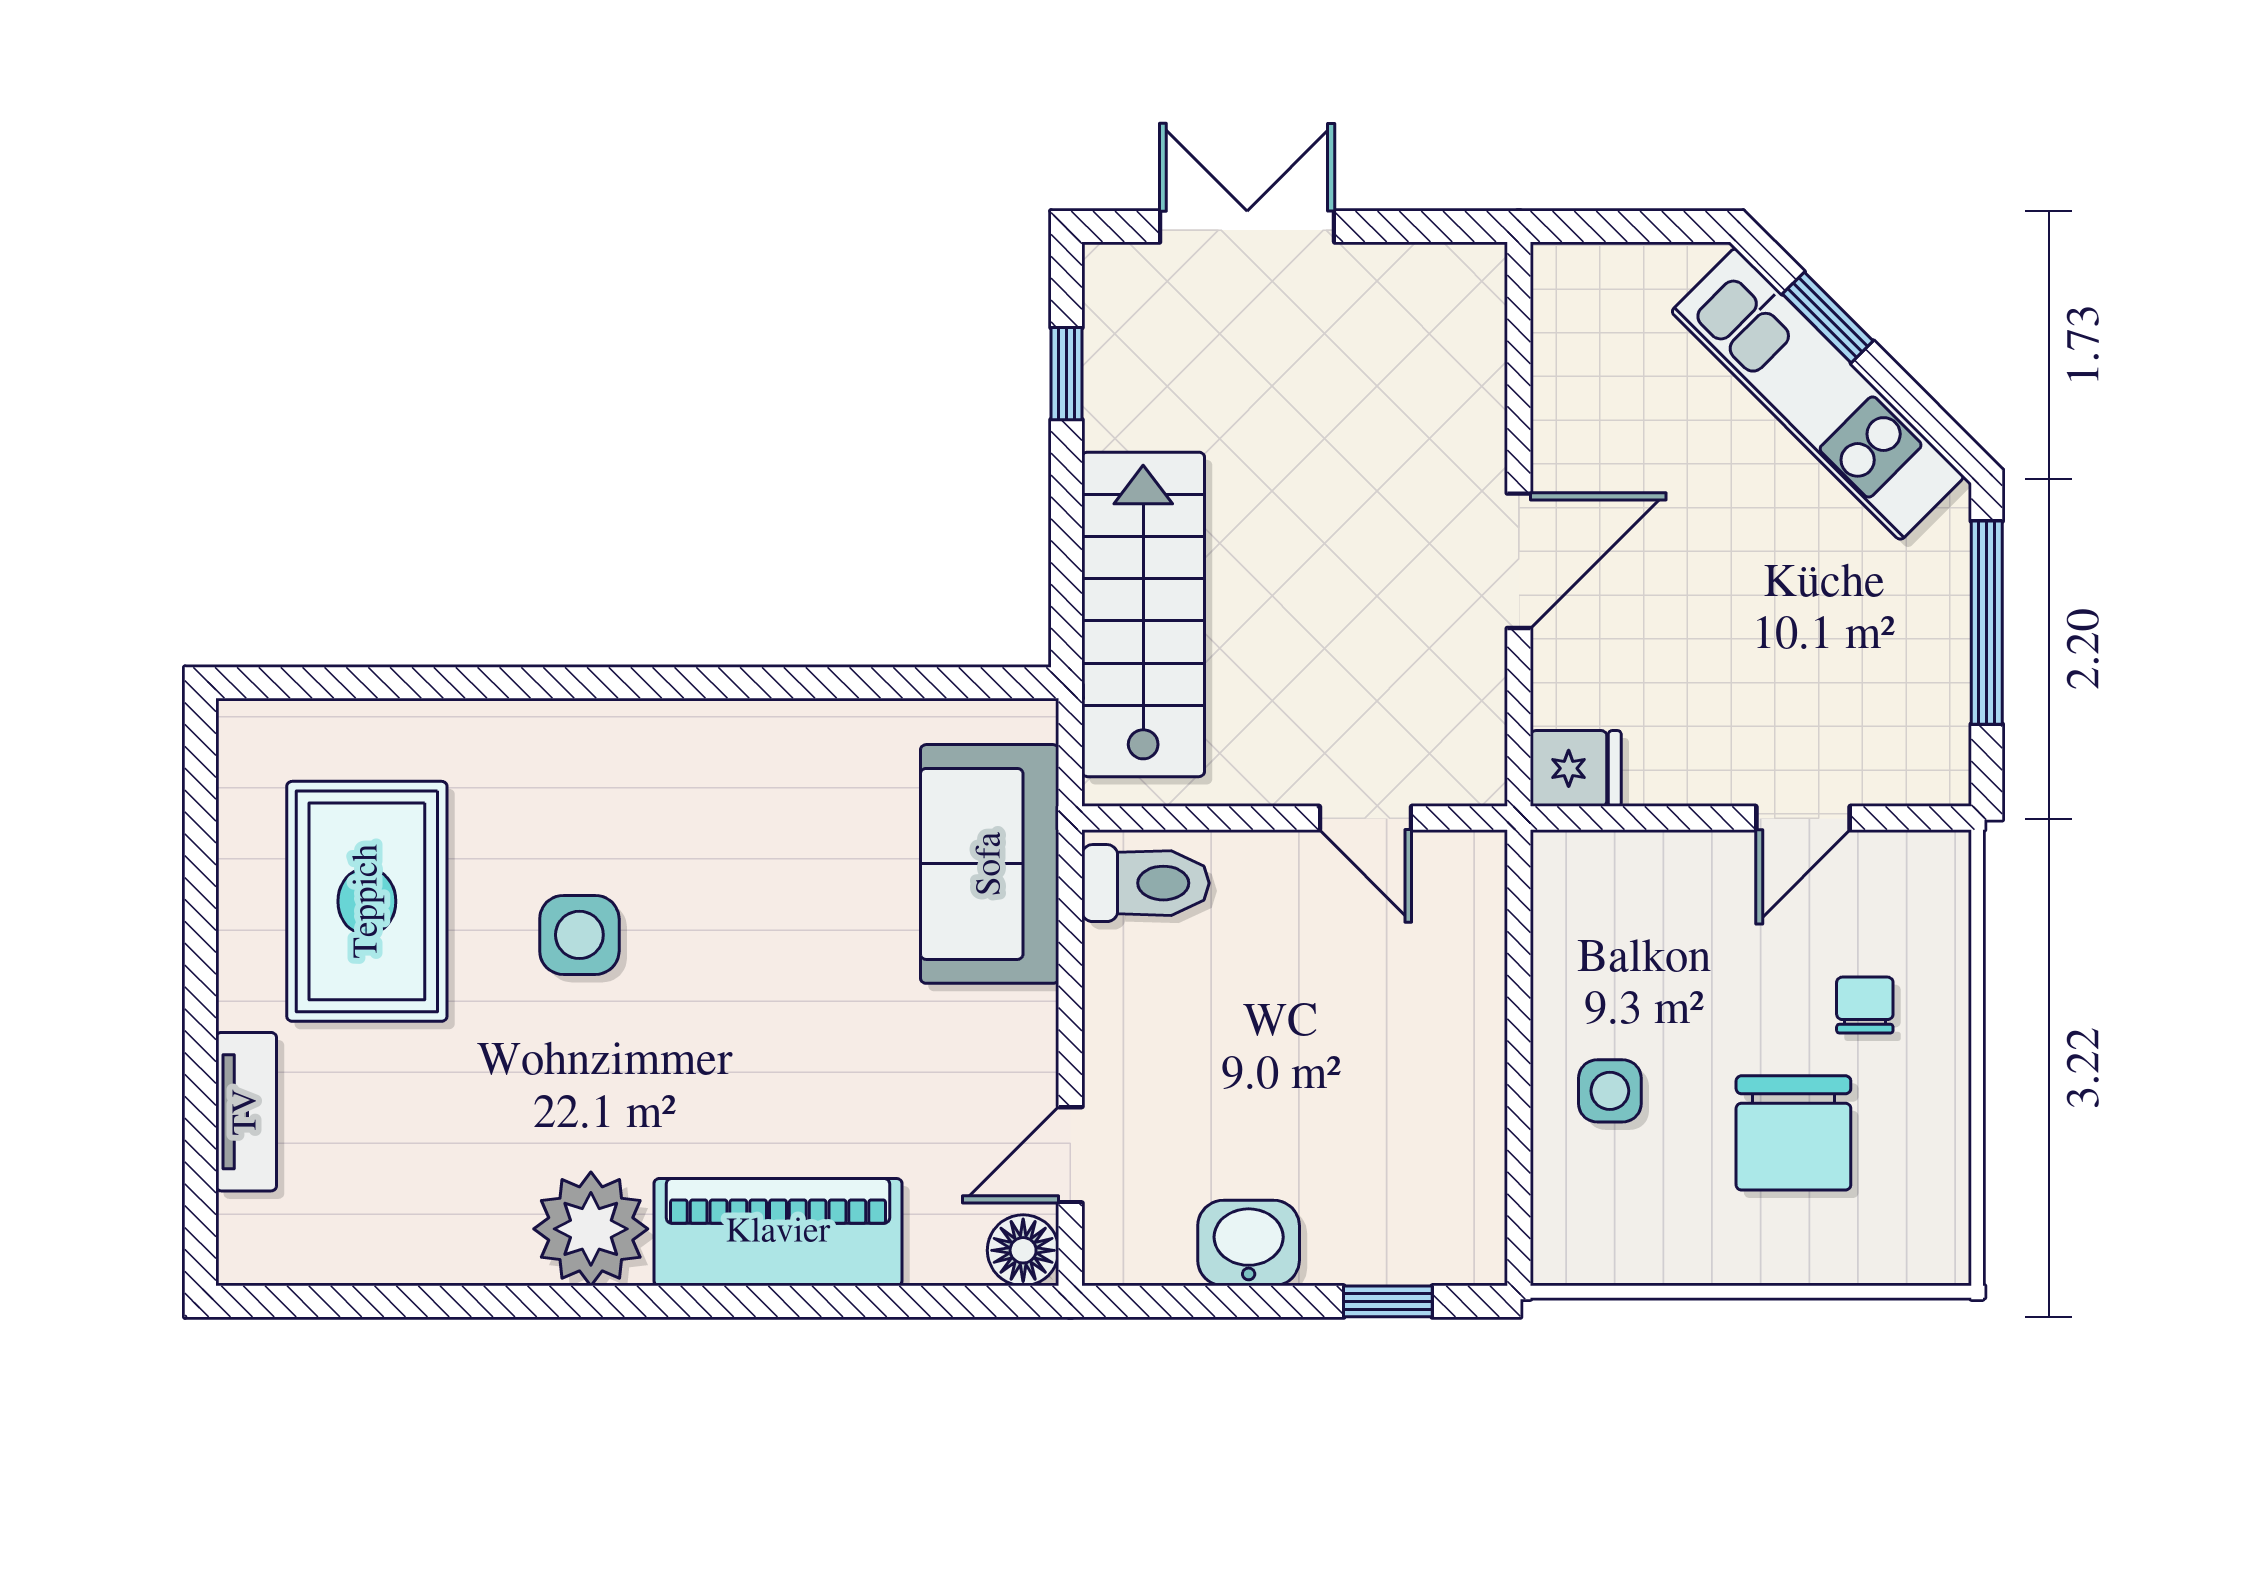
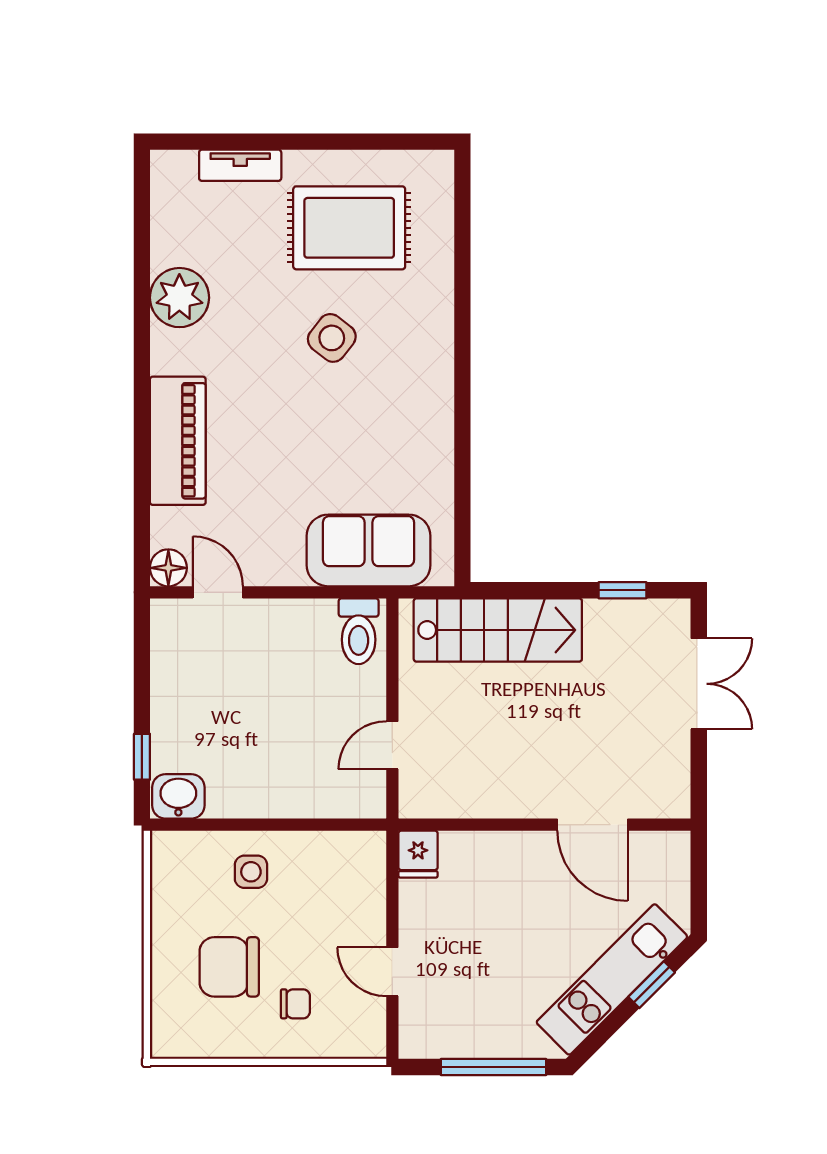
door: (1519, 561) -> (592, 825), moved
side table: (579, 935) -> (332, 338), turned 38
plant: (591, 1229) -> (179, 298), moved
washbasin: (1249, 1243) -> (178, 796), moved, turned -90

